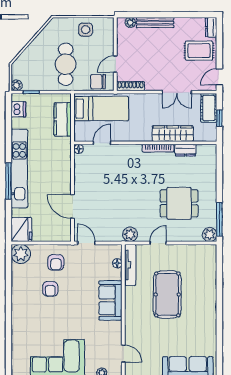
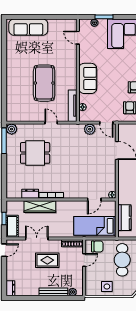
rug: (199, 51) -> (47, 260), moved
plant: (130, 234) -> (90, 129), moved
door: (158, 243) -> (51, 123), swing flipped

